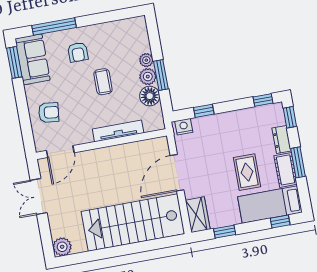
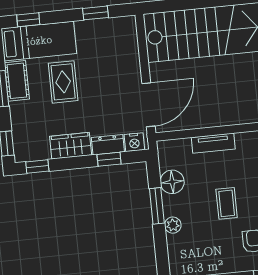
plant: (148, 77) -> (173, 205), removed
tv unit: (118, 131) -> (213, 143), width x0.71
dresser: (282, 140) -> (108, 145), moved, turned -90
door: (177, 173) -> (148, 105), moved
wardrobe: (198, 215) -> (71, 146), moved, turned 90

